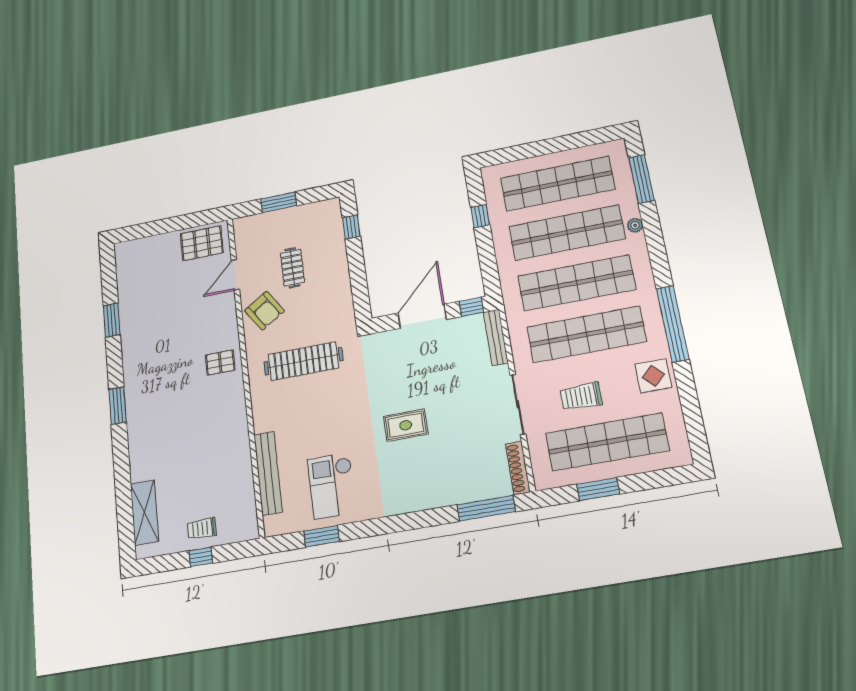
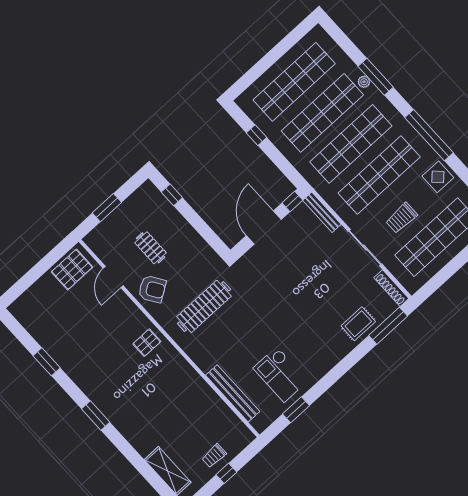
window: (641, 179) -> (376, 77), moved
rug: (406, 425) -> (358, 324), moved
window: (598, 489) -> (449, 270), removed

